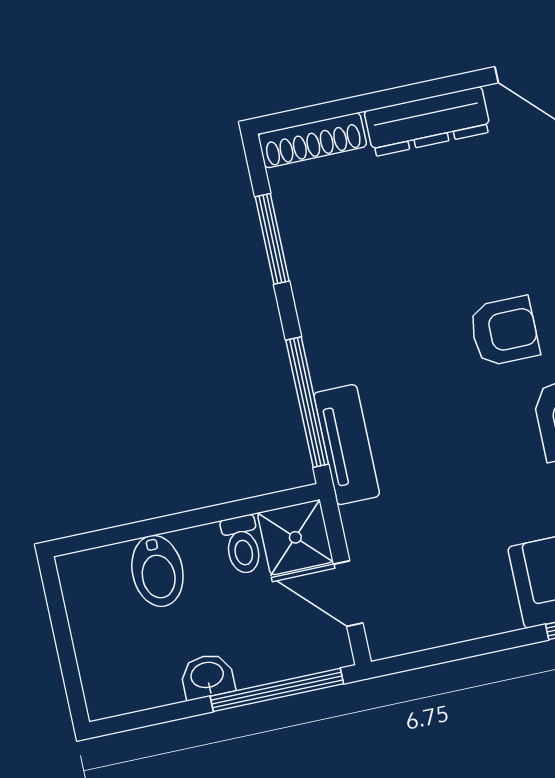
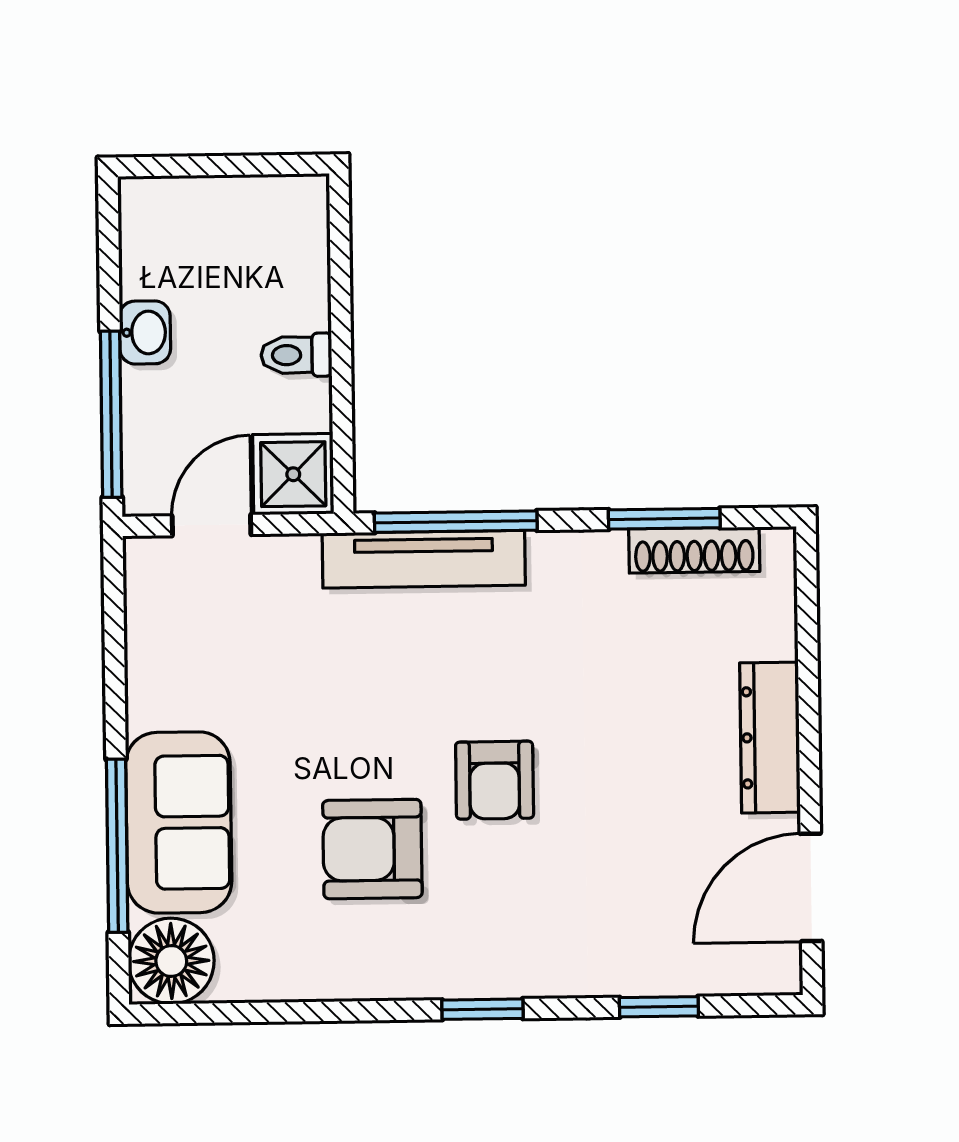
shoe rack: (312, 140) -> (694, 550), moved, turned -90
tv unit: (347, 445) -> (424, 559), width x1.41
toilet: (242, 545) -> (296, 355), moved
bidet: (157, 571) -> (286, 297), removed

